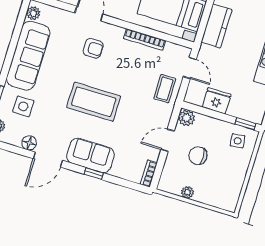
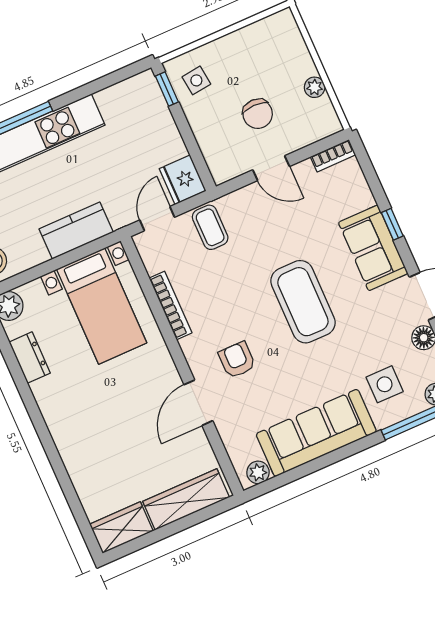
coffee table: (165, 89) -> (210, 227), turned 90
fridge: (217, 101) -> (183, 180), moved
plant: (187, 118) -> (223, 169), removed

